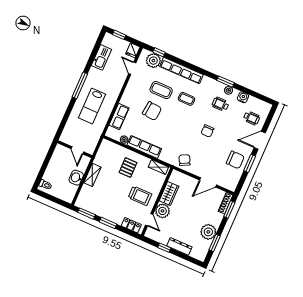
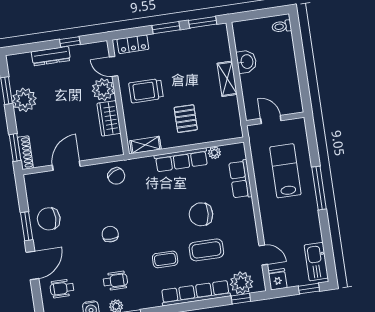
kitchen sink: (101, 57) -> (316, 262), moved
wall: (75, 149) -> (275, 119), moved
door: (77, 150) -> (271, 120), moved

